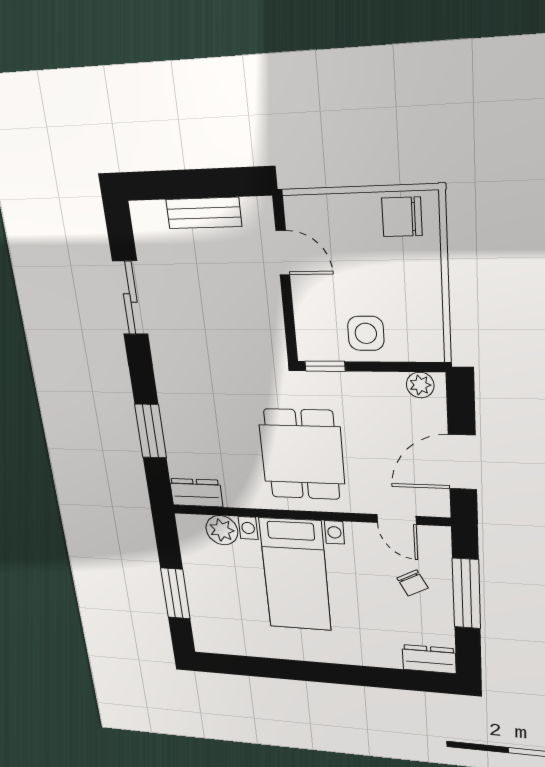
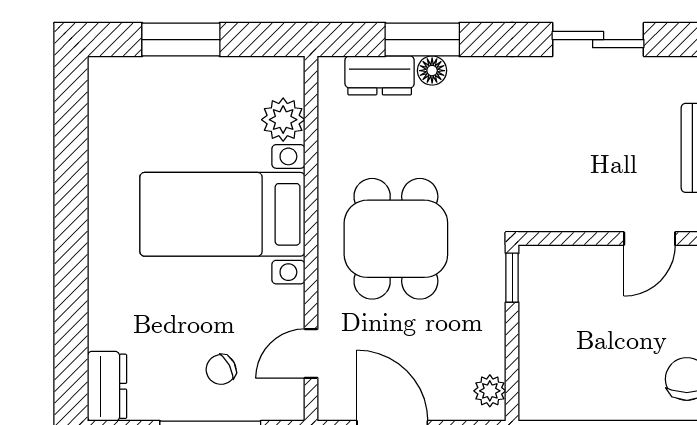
side table: (366, 333) -> (553, 330), removed
floor lamp: (172, 425) -> (432, 71), added
dining table: (302, 454) -> (396, 239), turned 90
dresser: (196, 493) -> (380, 75), moved, turned 90

